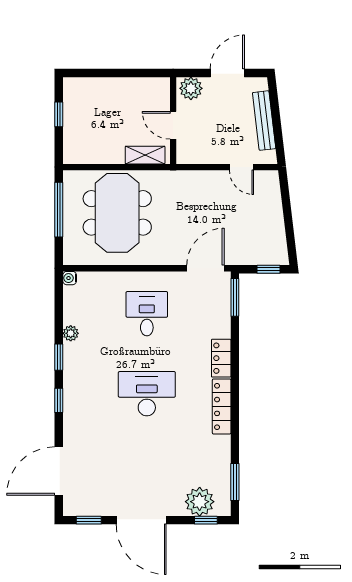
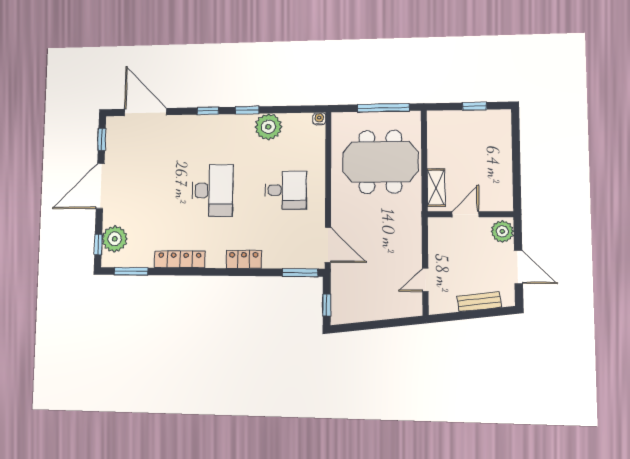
bench: (264, 121) -> (479, 302), width x0.73
plant: (71, 333) -> (268, 127), width x1.88, depth x1.88
locker: (222, 406) -> (180, 259), moved

